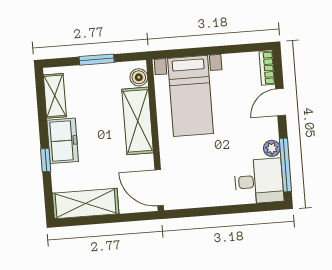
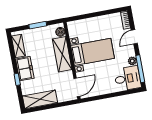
bed with nightstands: (190, 96) -> (93, 52), moved, turned -90
door: (159, 188) -> (77, 87), swing flipped

